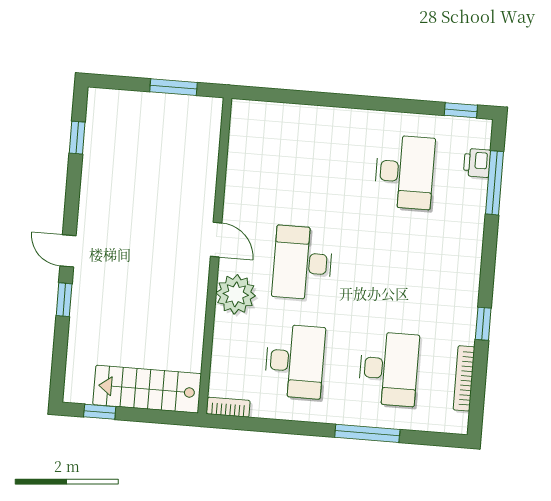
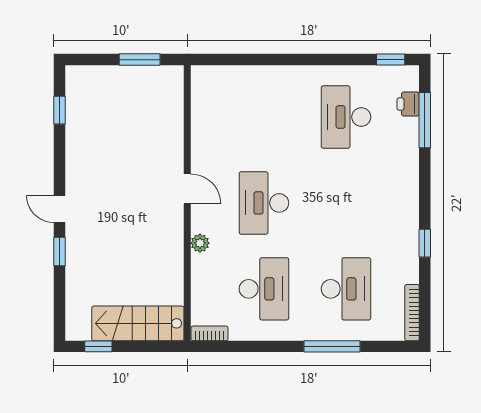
desk: (404, 172) -> (346, 117), turned 180
plant: (236, 294) -> (200, 243), width x0.53, depth x0.53
bookcase: (464, 378) -> (412, 313), moved

